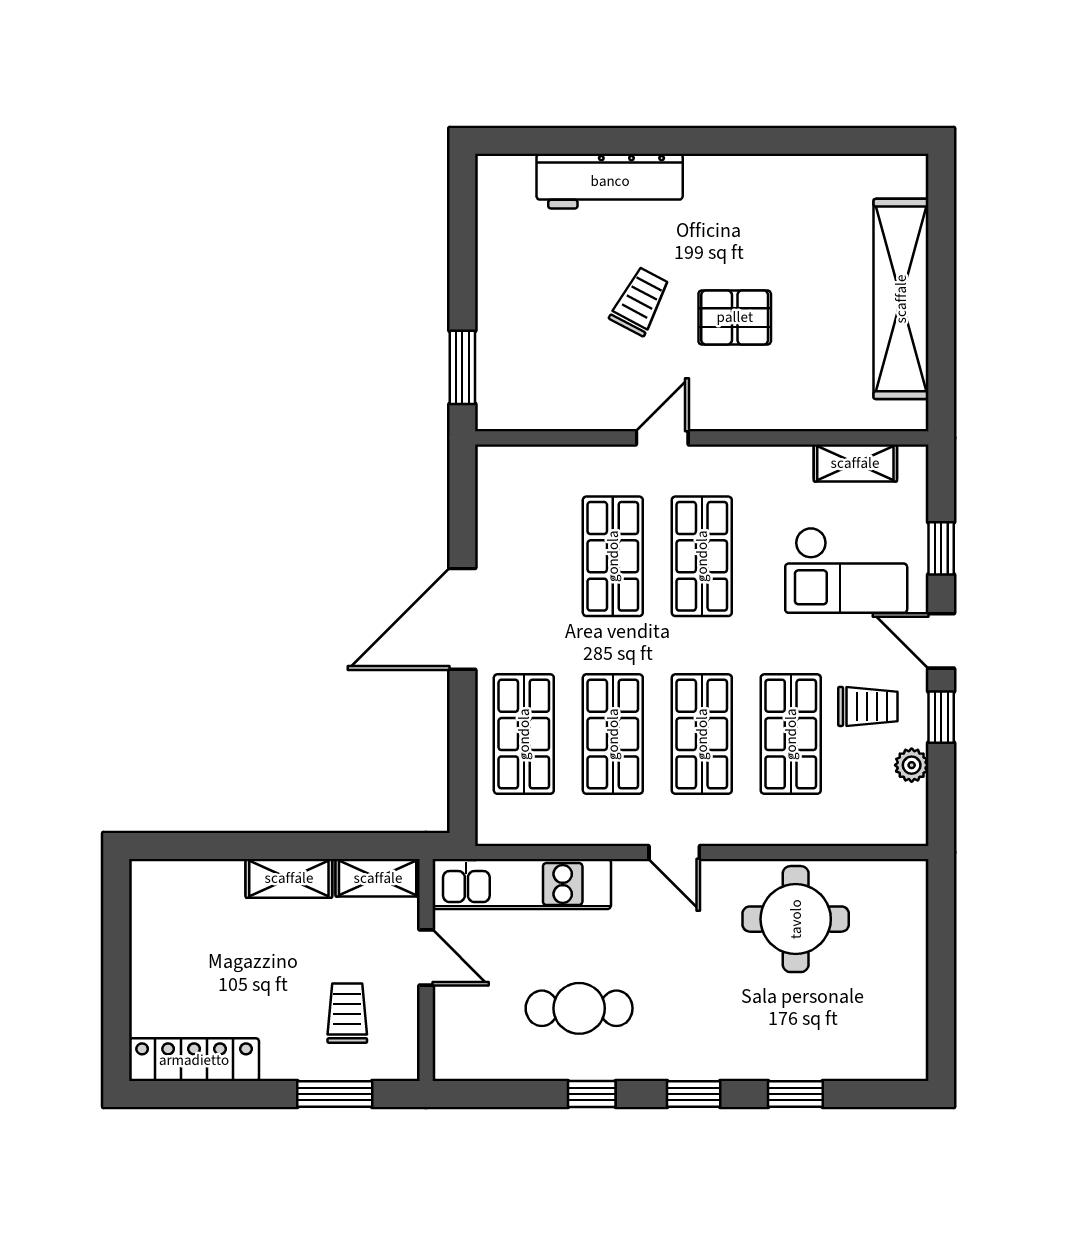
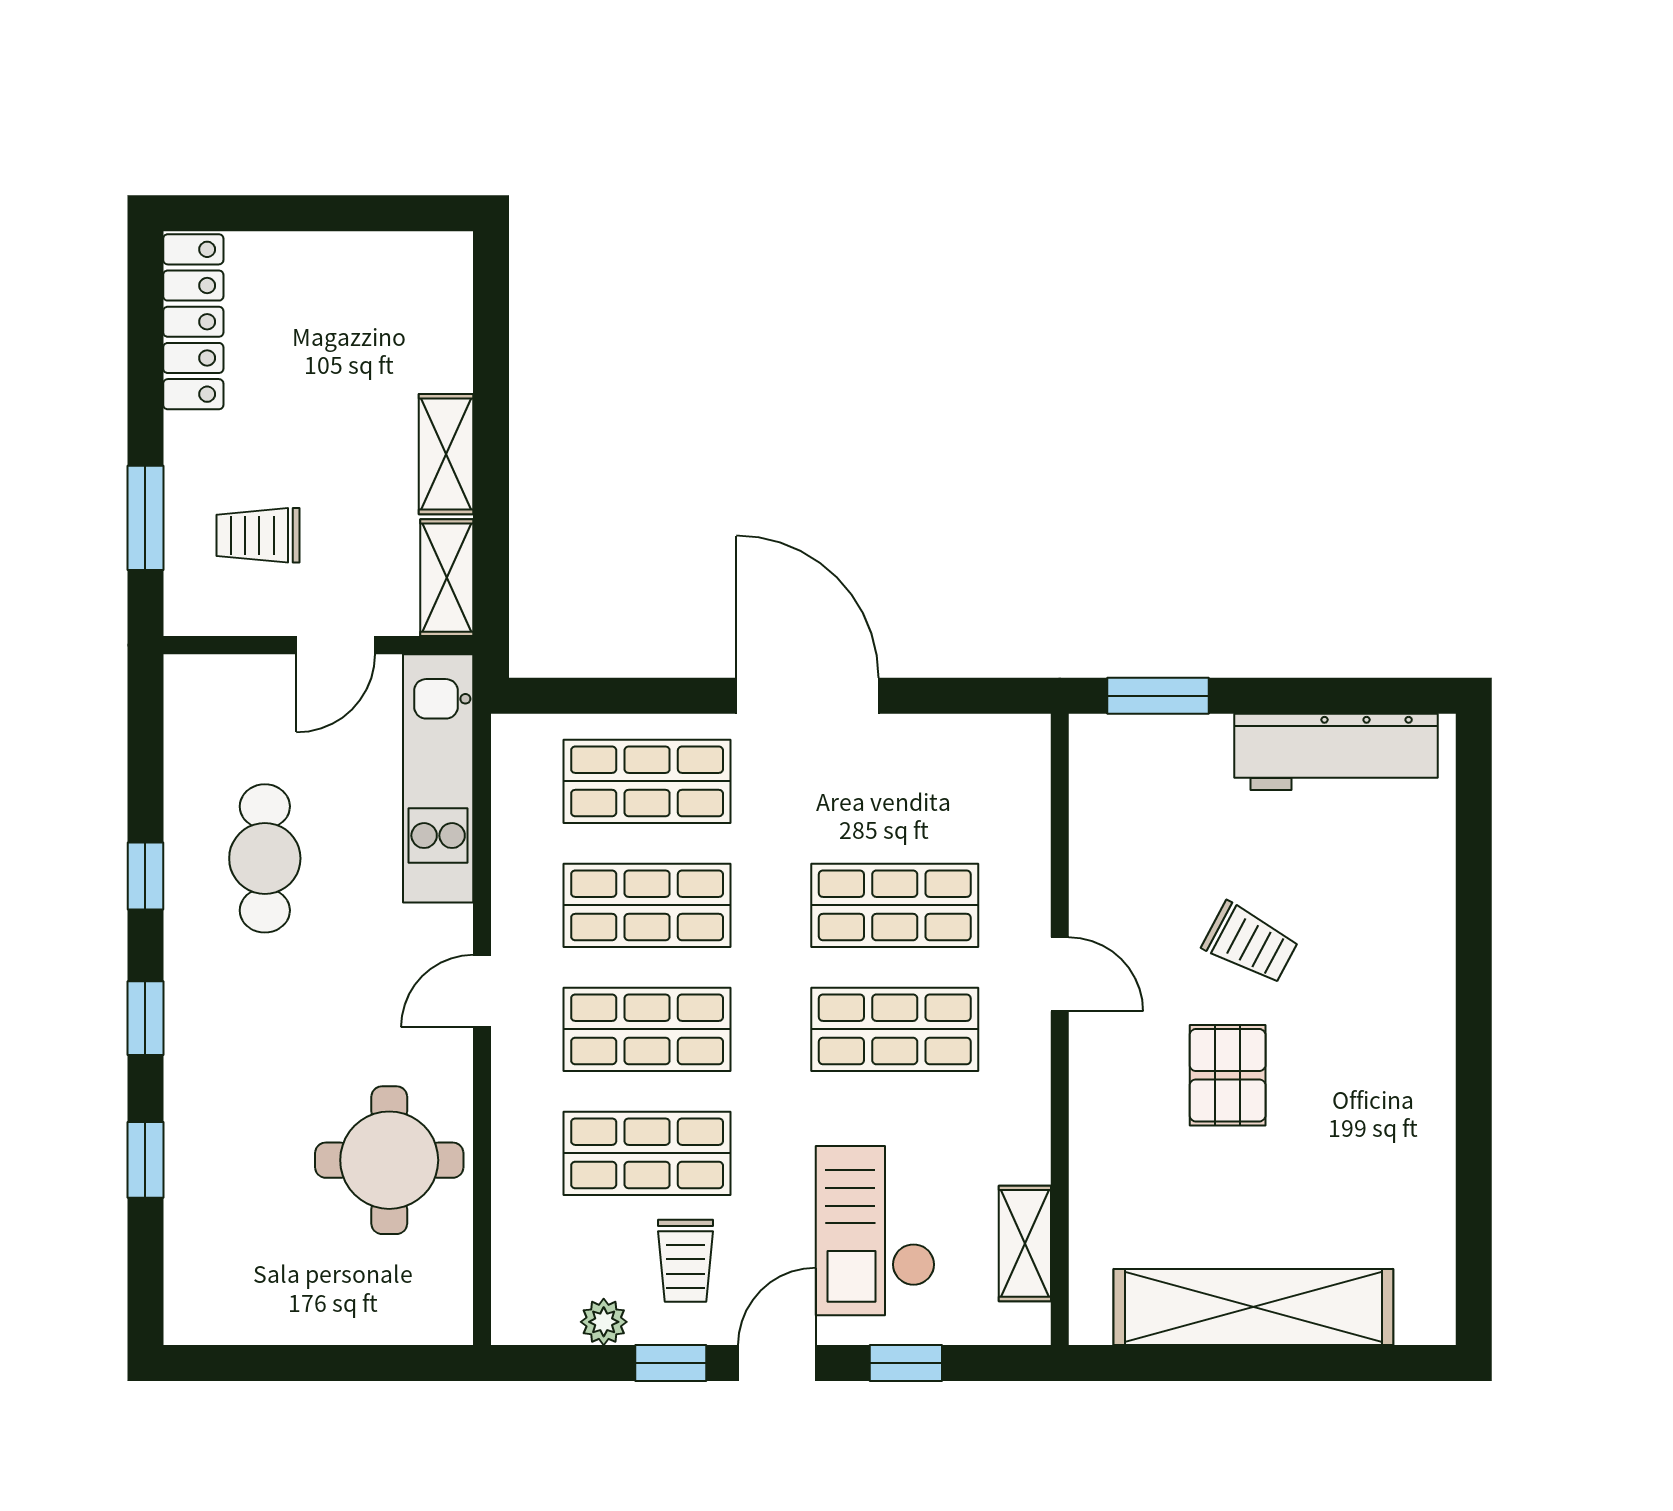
workbench: (610, 181) -> (1336, 752), moved, turned -90
trolley: (347, 1013) -> (258, 535), turned 180

